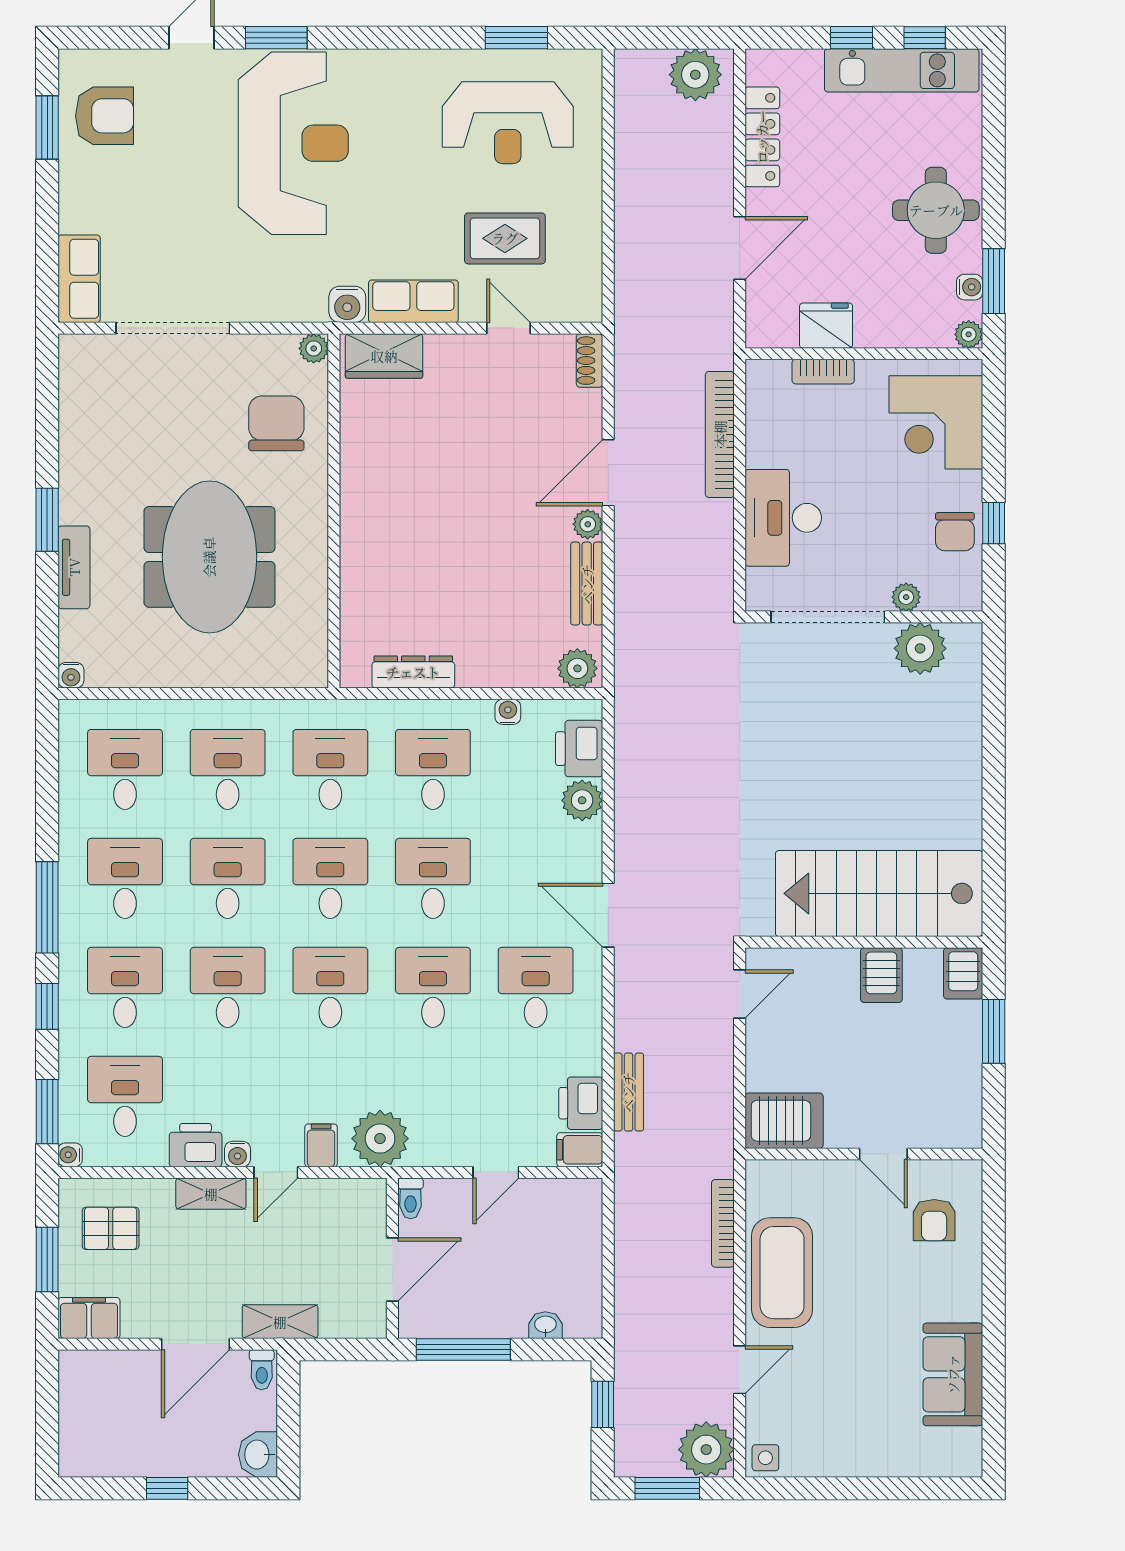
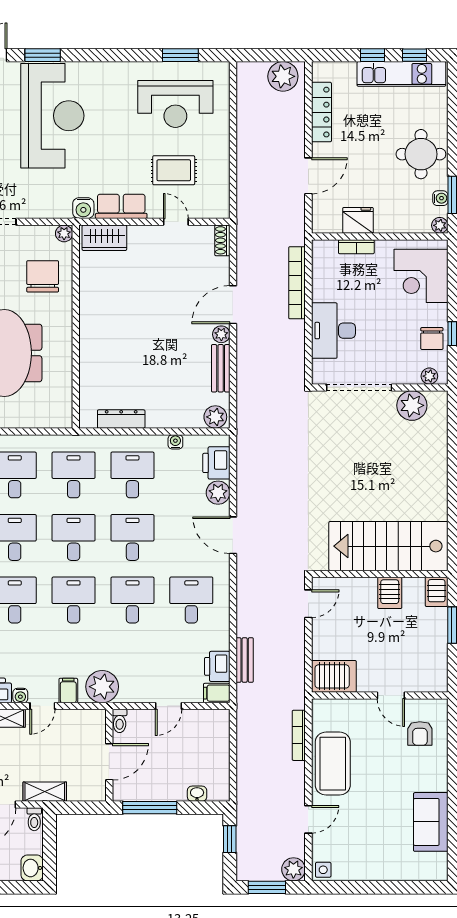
plant: (906, 597) -> (429, 376), moved
door: (608, 915) -> (233, 535), moved
plant: (706, 1450) -> (293, 869), width x0.73, depth x0.73

